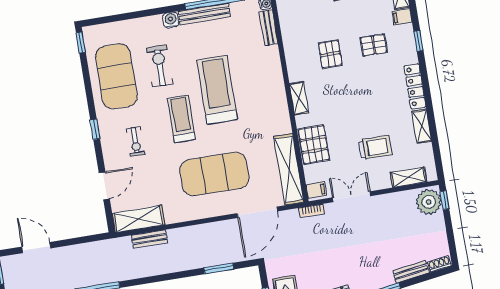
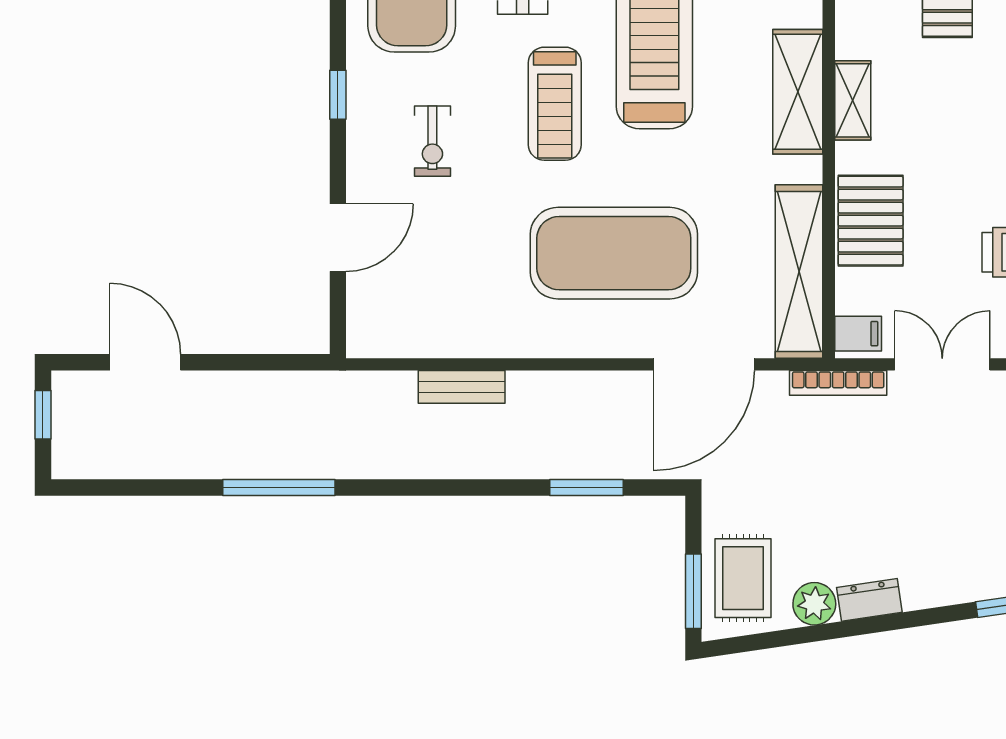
treadmill: (181, 119) -> (555, 104), turned 180
bookcase: (312, 211) -> (838, 383), width x1.56
shelving: (138, 219) -> (798, 92), moved, turned 90
bench: (150, 239) -> (462, 387), moved

